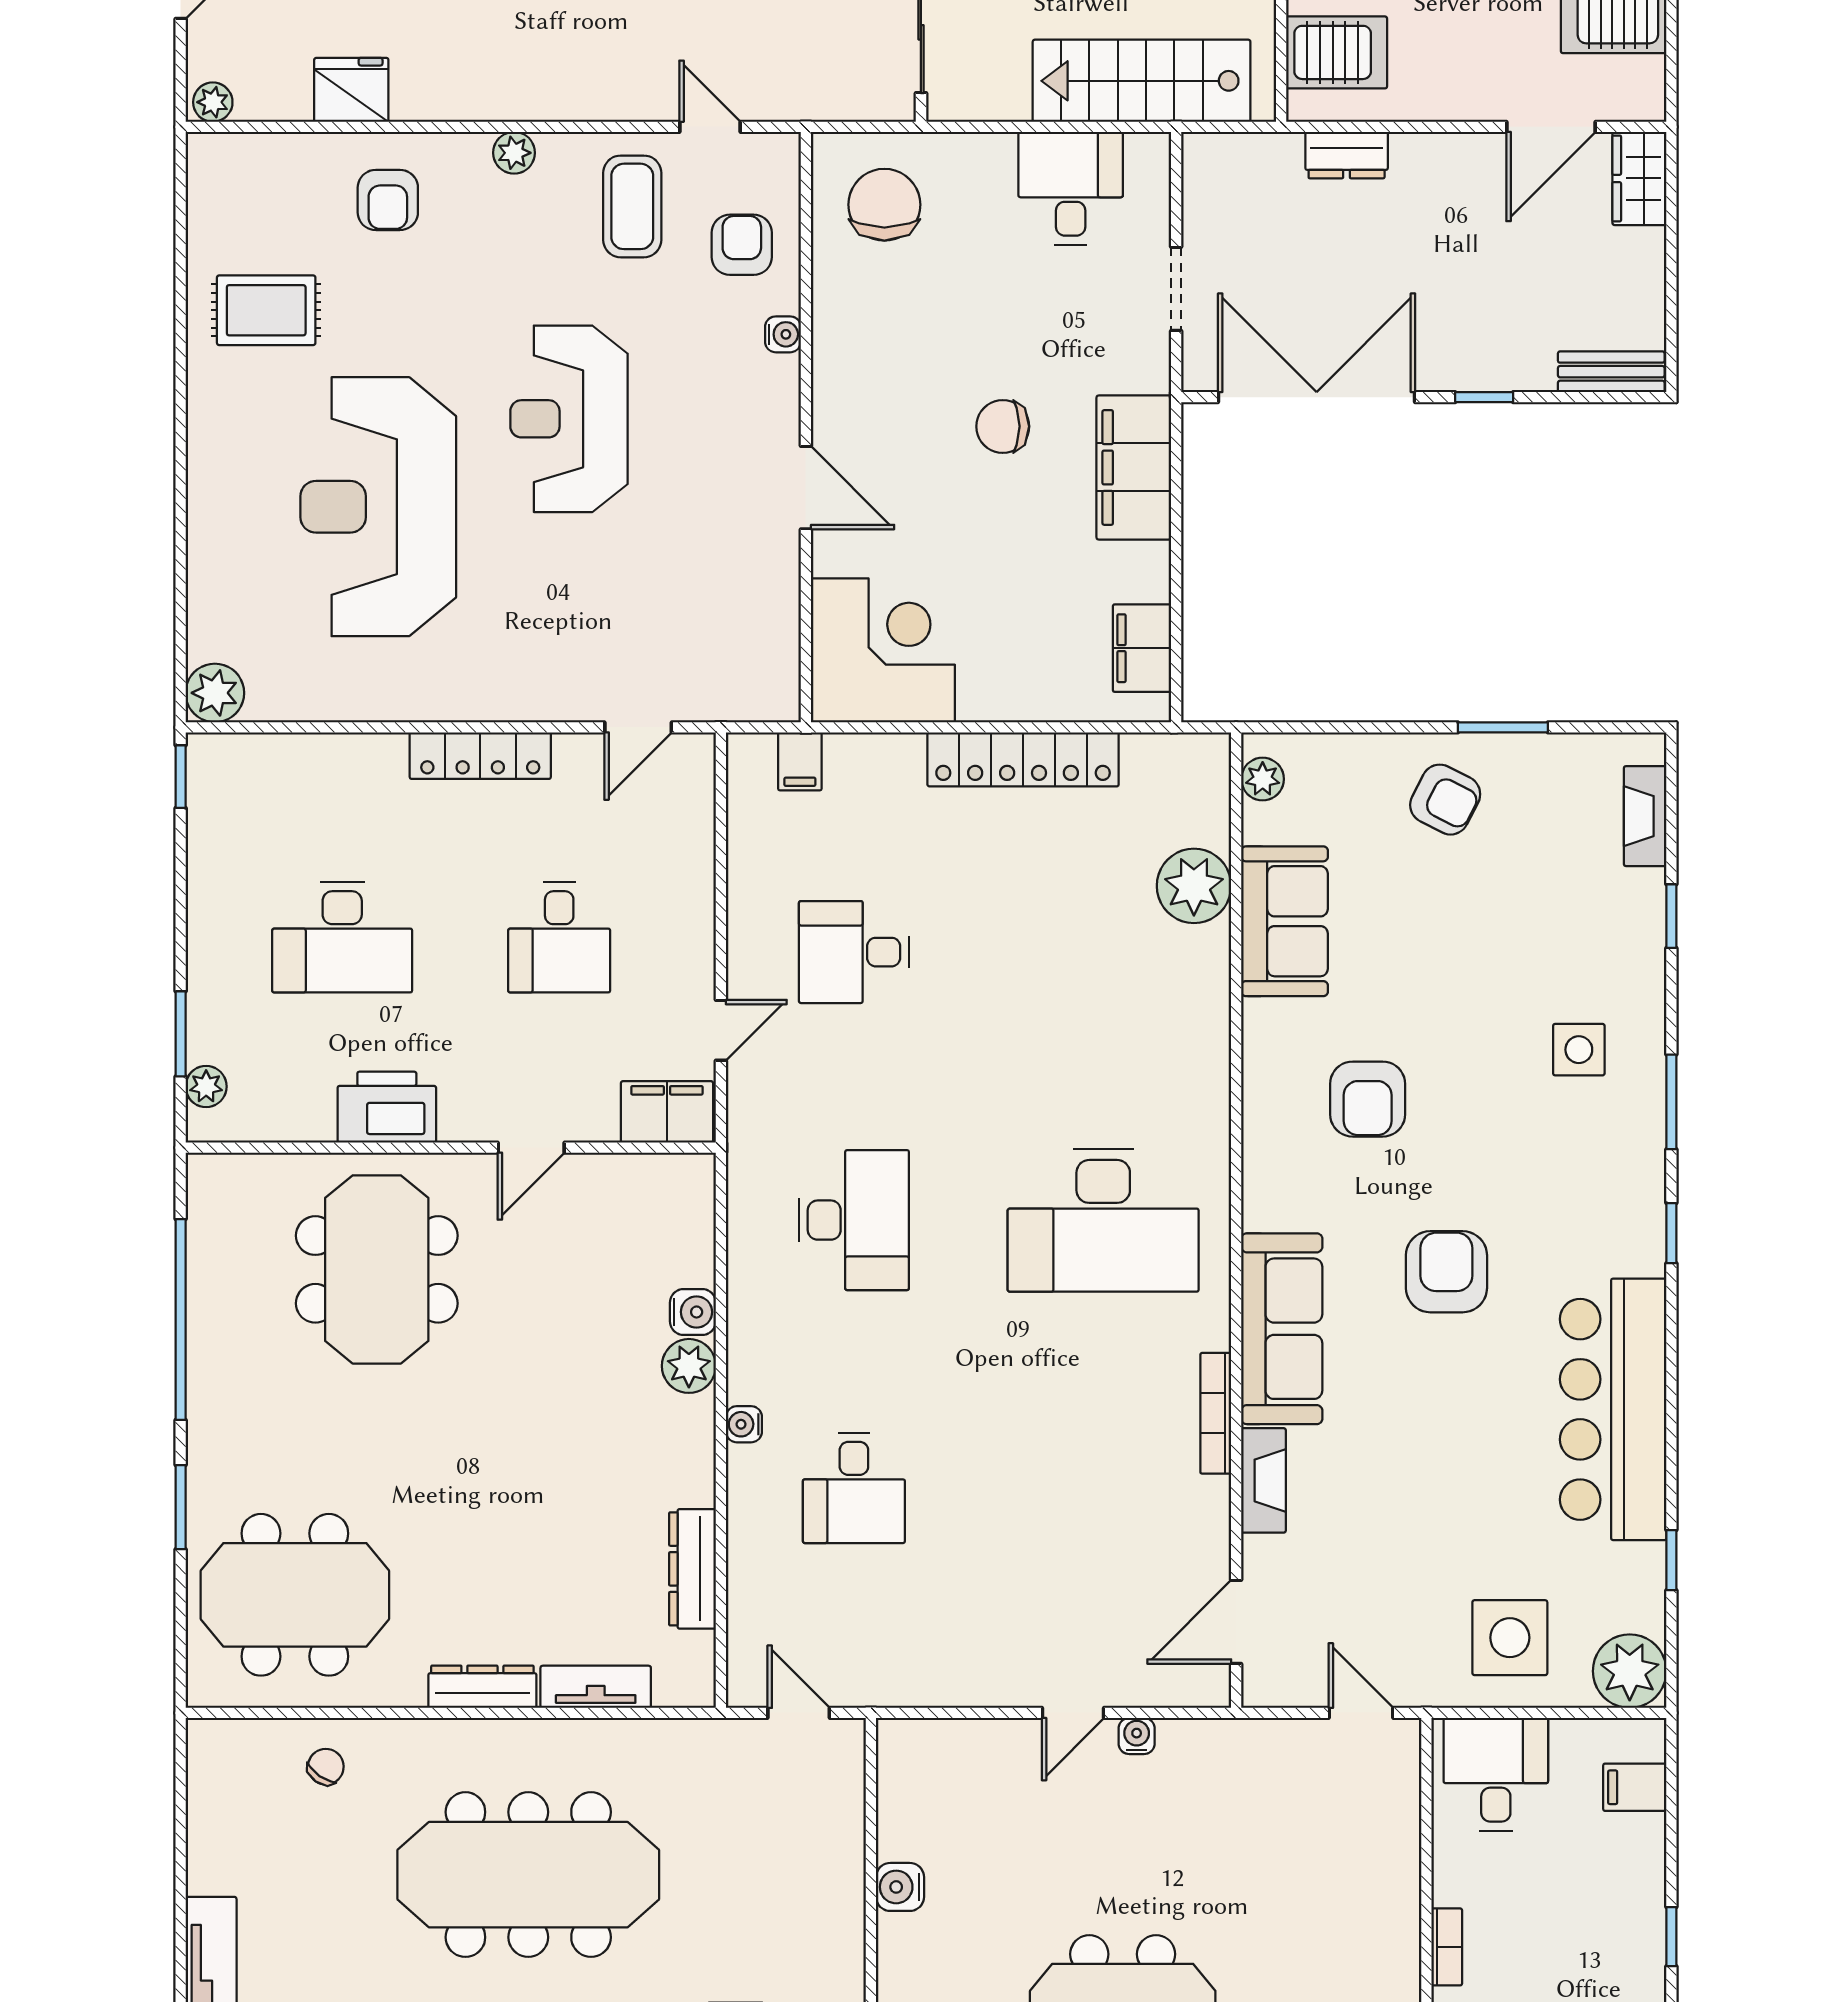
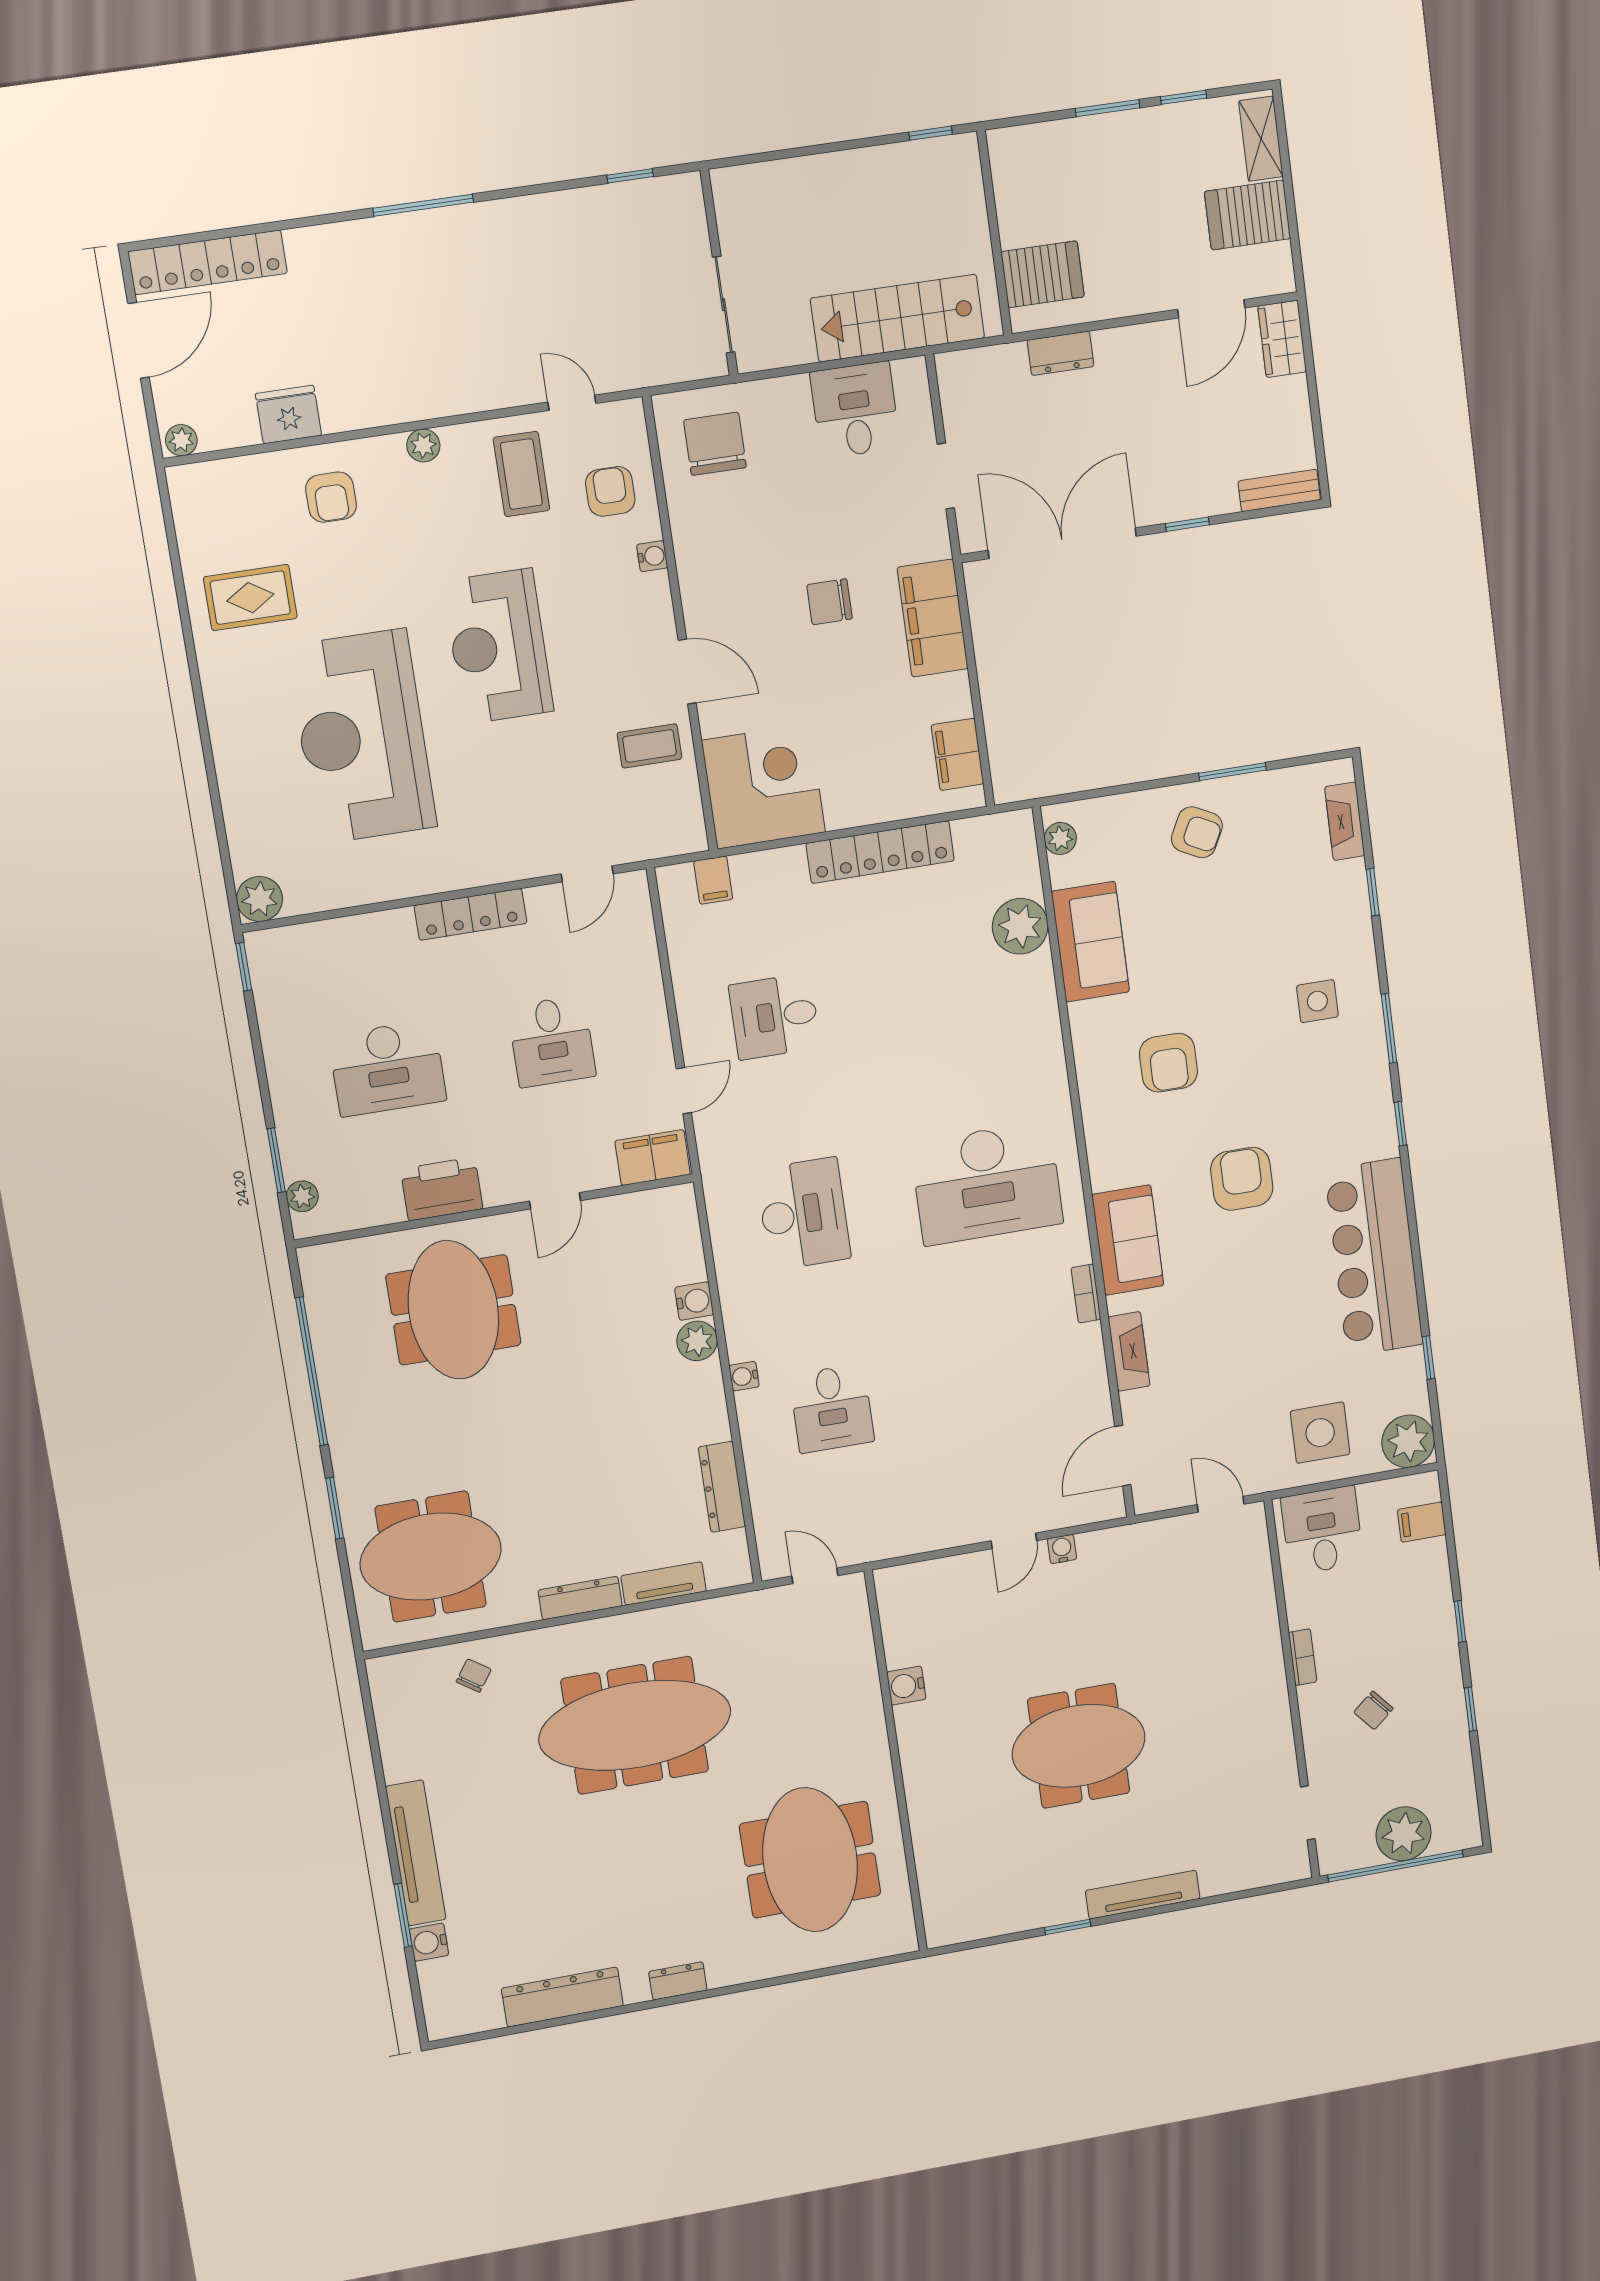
coffee table: (743, 575) -> (649, 746), added
sofa: (1282, 1329) -> (1128, 1240), width x0.73
bookcase: (1216, 1413) -> (1086, 1294), width x0.64

